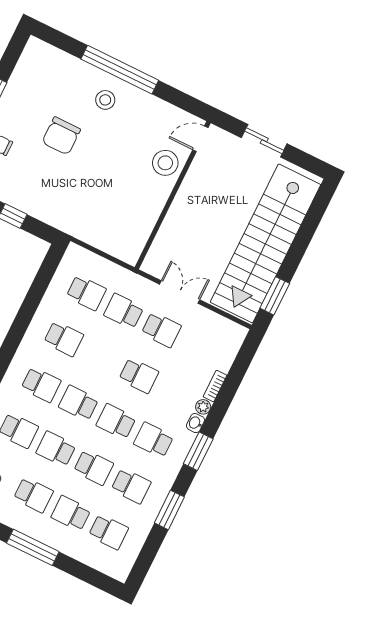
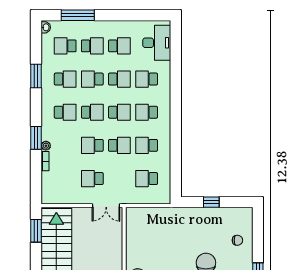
double door: (180, 292) -> (106, 206), moved
school desk: (124, 311) -> (119, 145), moved
washbasin: (195, 423) -> (46, 27), moved
window: (198, 451) -> (36, 138), moved
school desk: (131, 486) -> (65, 79), turned 180
school desk: (33, 495) -> (119, 46), turned 180
window: (33, 547) -> (78, 15), moved

